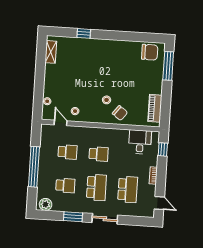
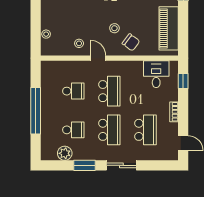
piano: (155, 108) -> (169, 28), width x1.37, depth x1.33
door: (61, 123) -> (98, 58), moved
school desk: (99, 154) -> (109, 91), width x1.85
plant: (46, 204) -> (65, 153), moved

